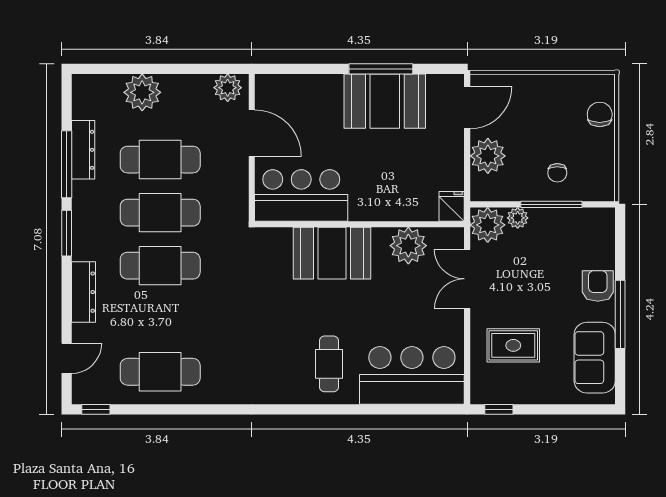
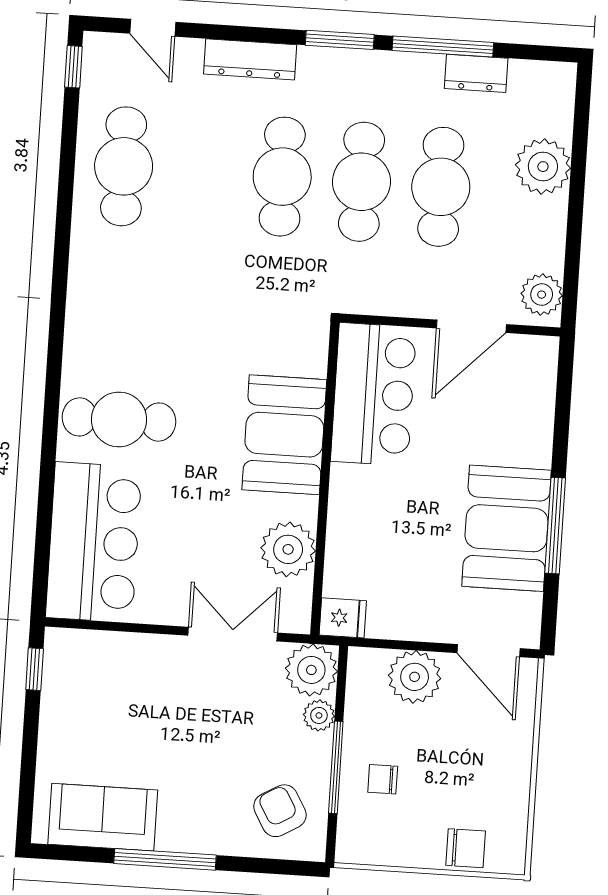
dresser: (83, 150) -> (476, 73), width x0.70
armchair: (598, 286) -> (280, 811), moved, turned -120
rug: (513, 345) -> (129, 697), removed
cafe table: (329, 364) -> (119, 419), width x1.37, depth x1.35

